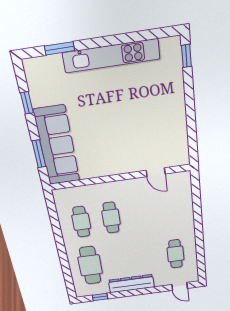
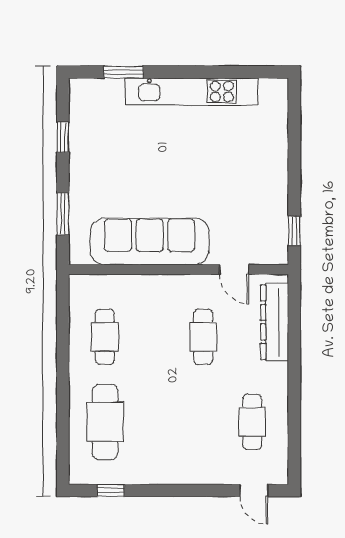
window: (186, 56) -> (294, 231), moved
sofa: (57, 146) -> (150, 241), moved, turned -90
cafe table: (111, 218) -> (203, 337), moved
dresser: (131, 284) -> (275, 322), moved, turned -90

